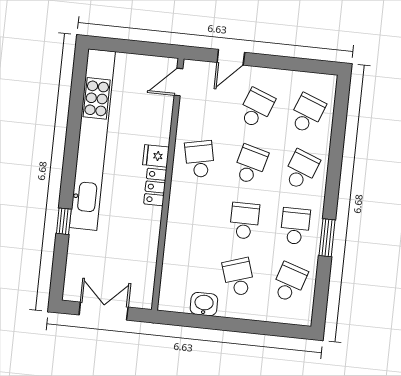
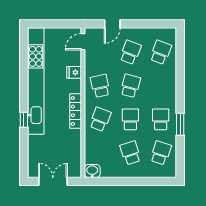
fridge: (156, 156) -> (74, 72), moved
school desk: (301, 170) -> (100, 119), moved
locker: (155, 187) -> (76, 111), width x1.53
window: (64, 221) -> (24, 120), moved
washbasin: (204, 304) -> (92, 171), moved

